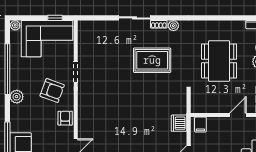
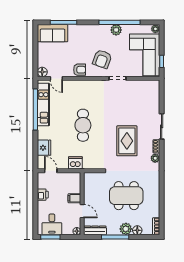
plant: (17, 97) -> (116, 30), moved
cafe table: (133, 114) -> (83, 125), added
filing cabinet: (200, 125) -> (74, 198), moved

